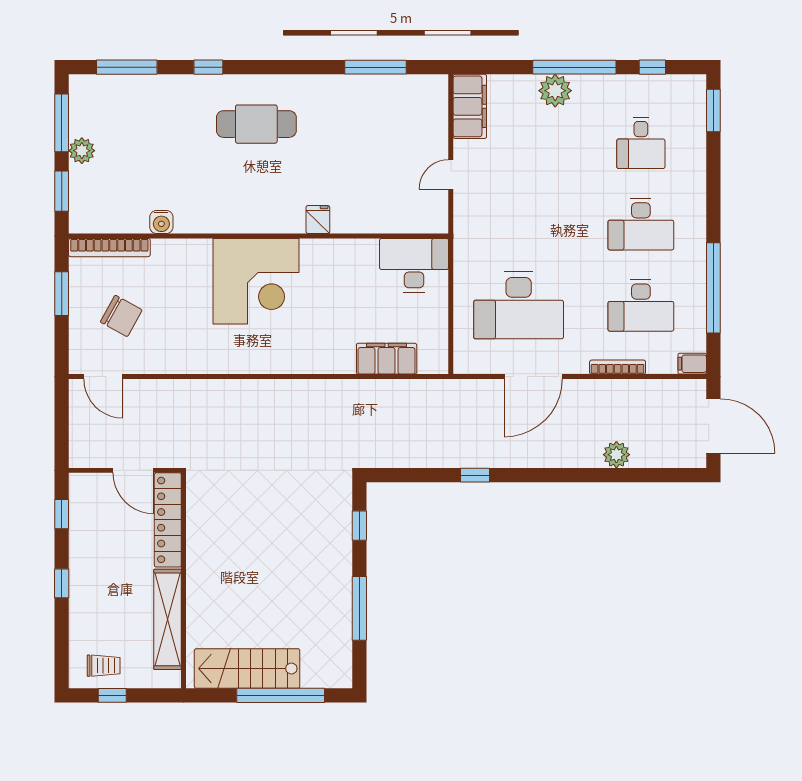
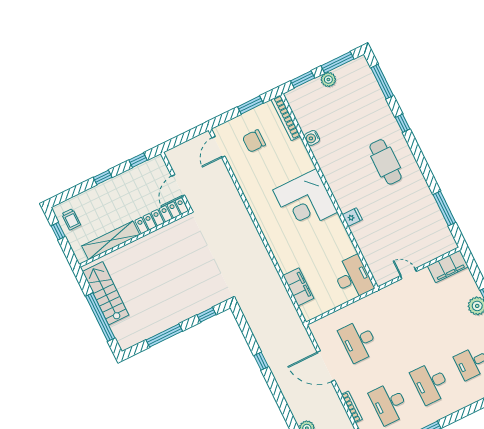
desk: (519, 305) -> (359, 341), width x0.73, depth x0.77
chair: (121, 316) -> (254, 141), turned 61

